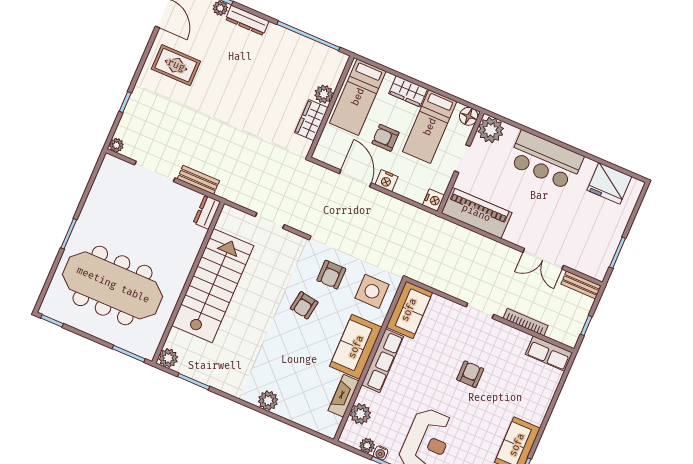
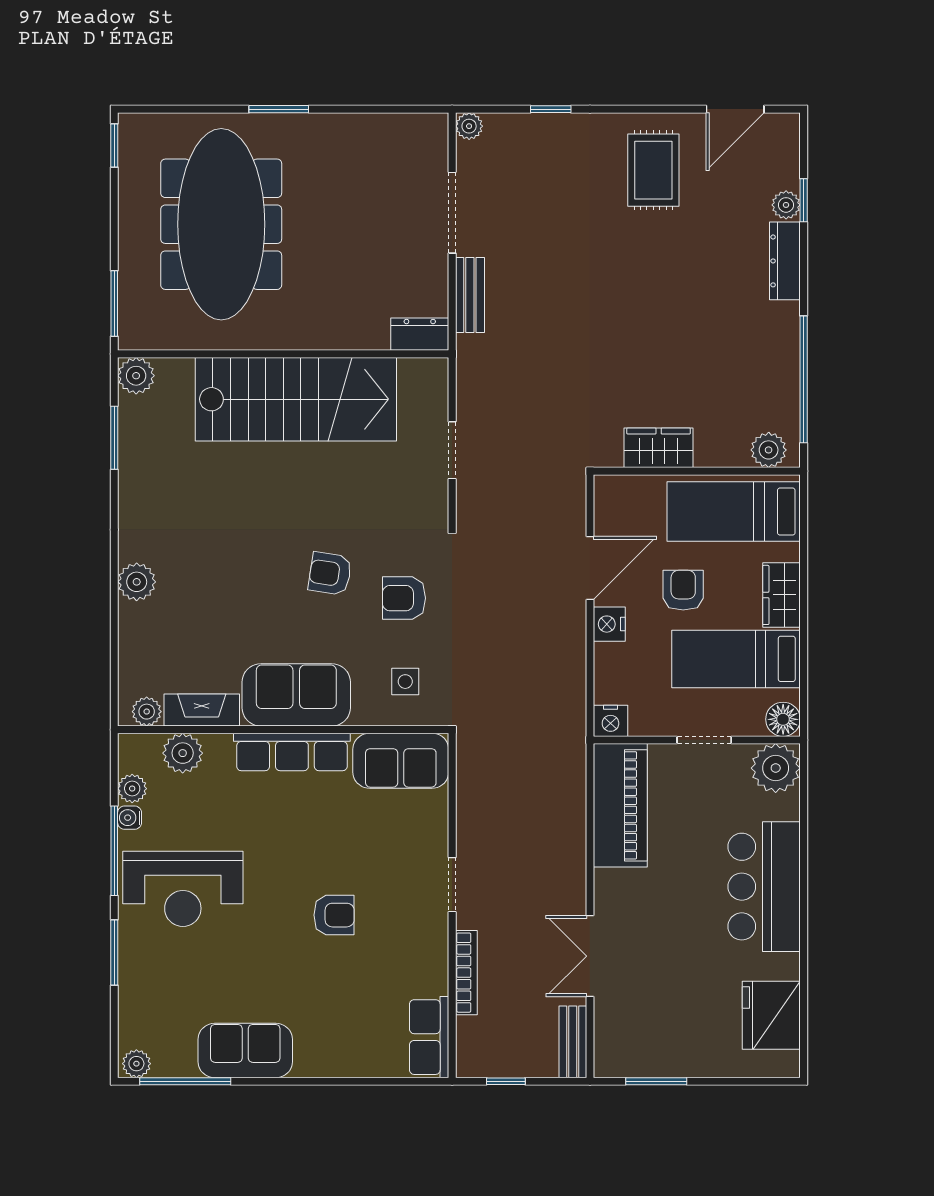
plant: (324, 94) -> (769, 450), moved
side table: (372, 291) -> (405, 682), width x0.54, depth x0.54
plant: (333, 423) -> (147, 712), added

